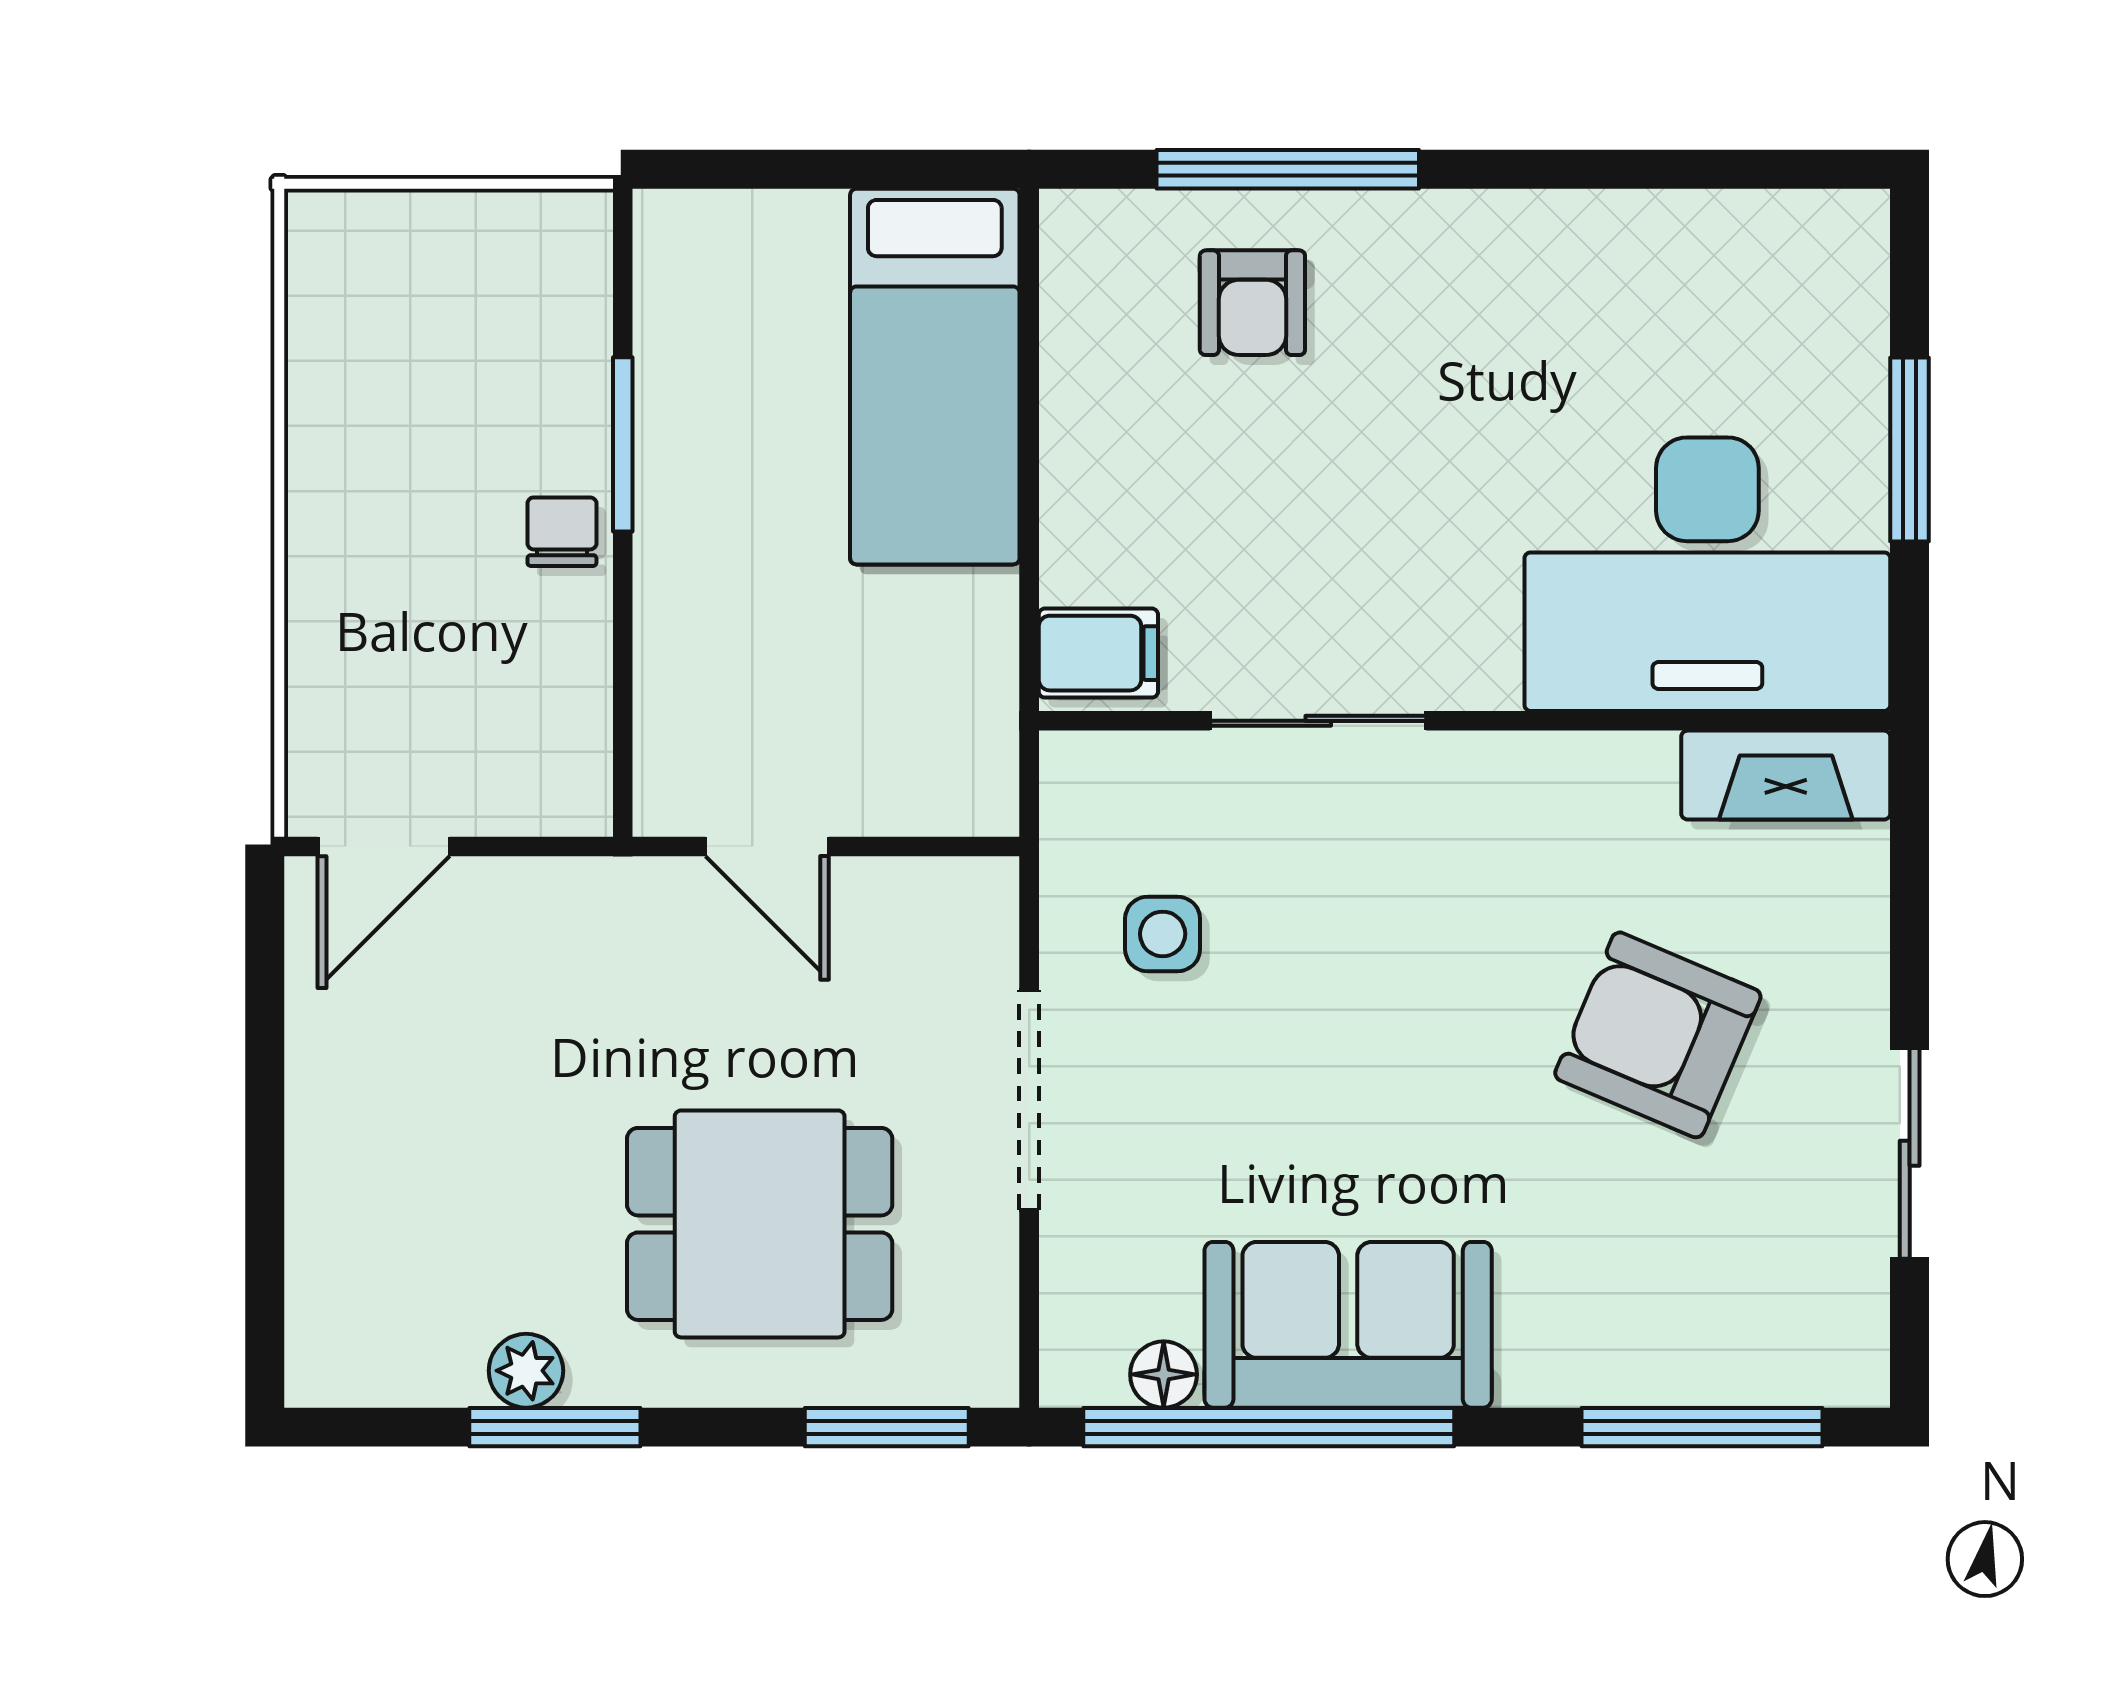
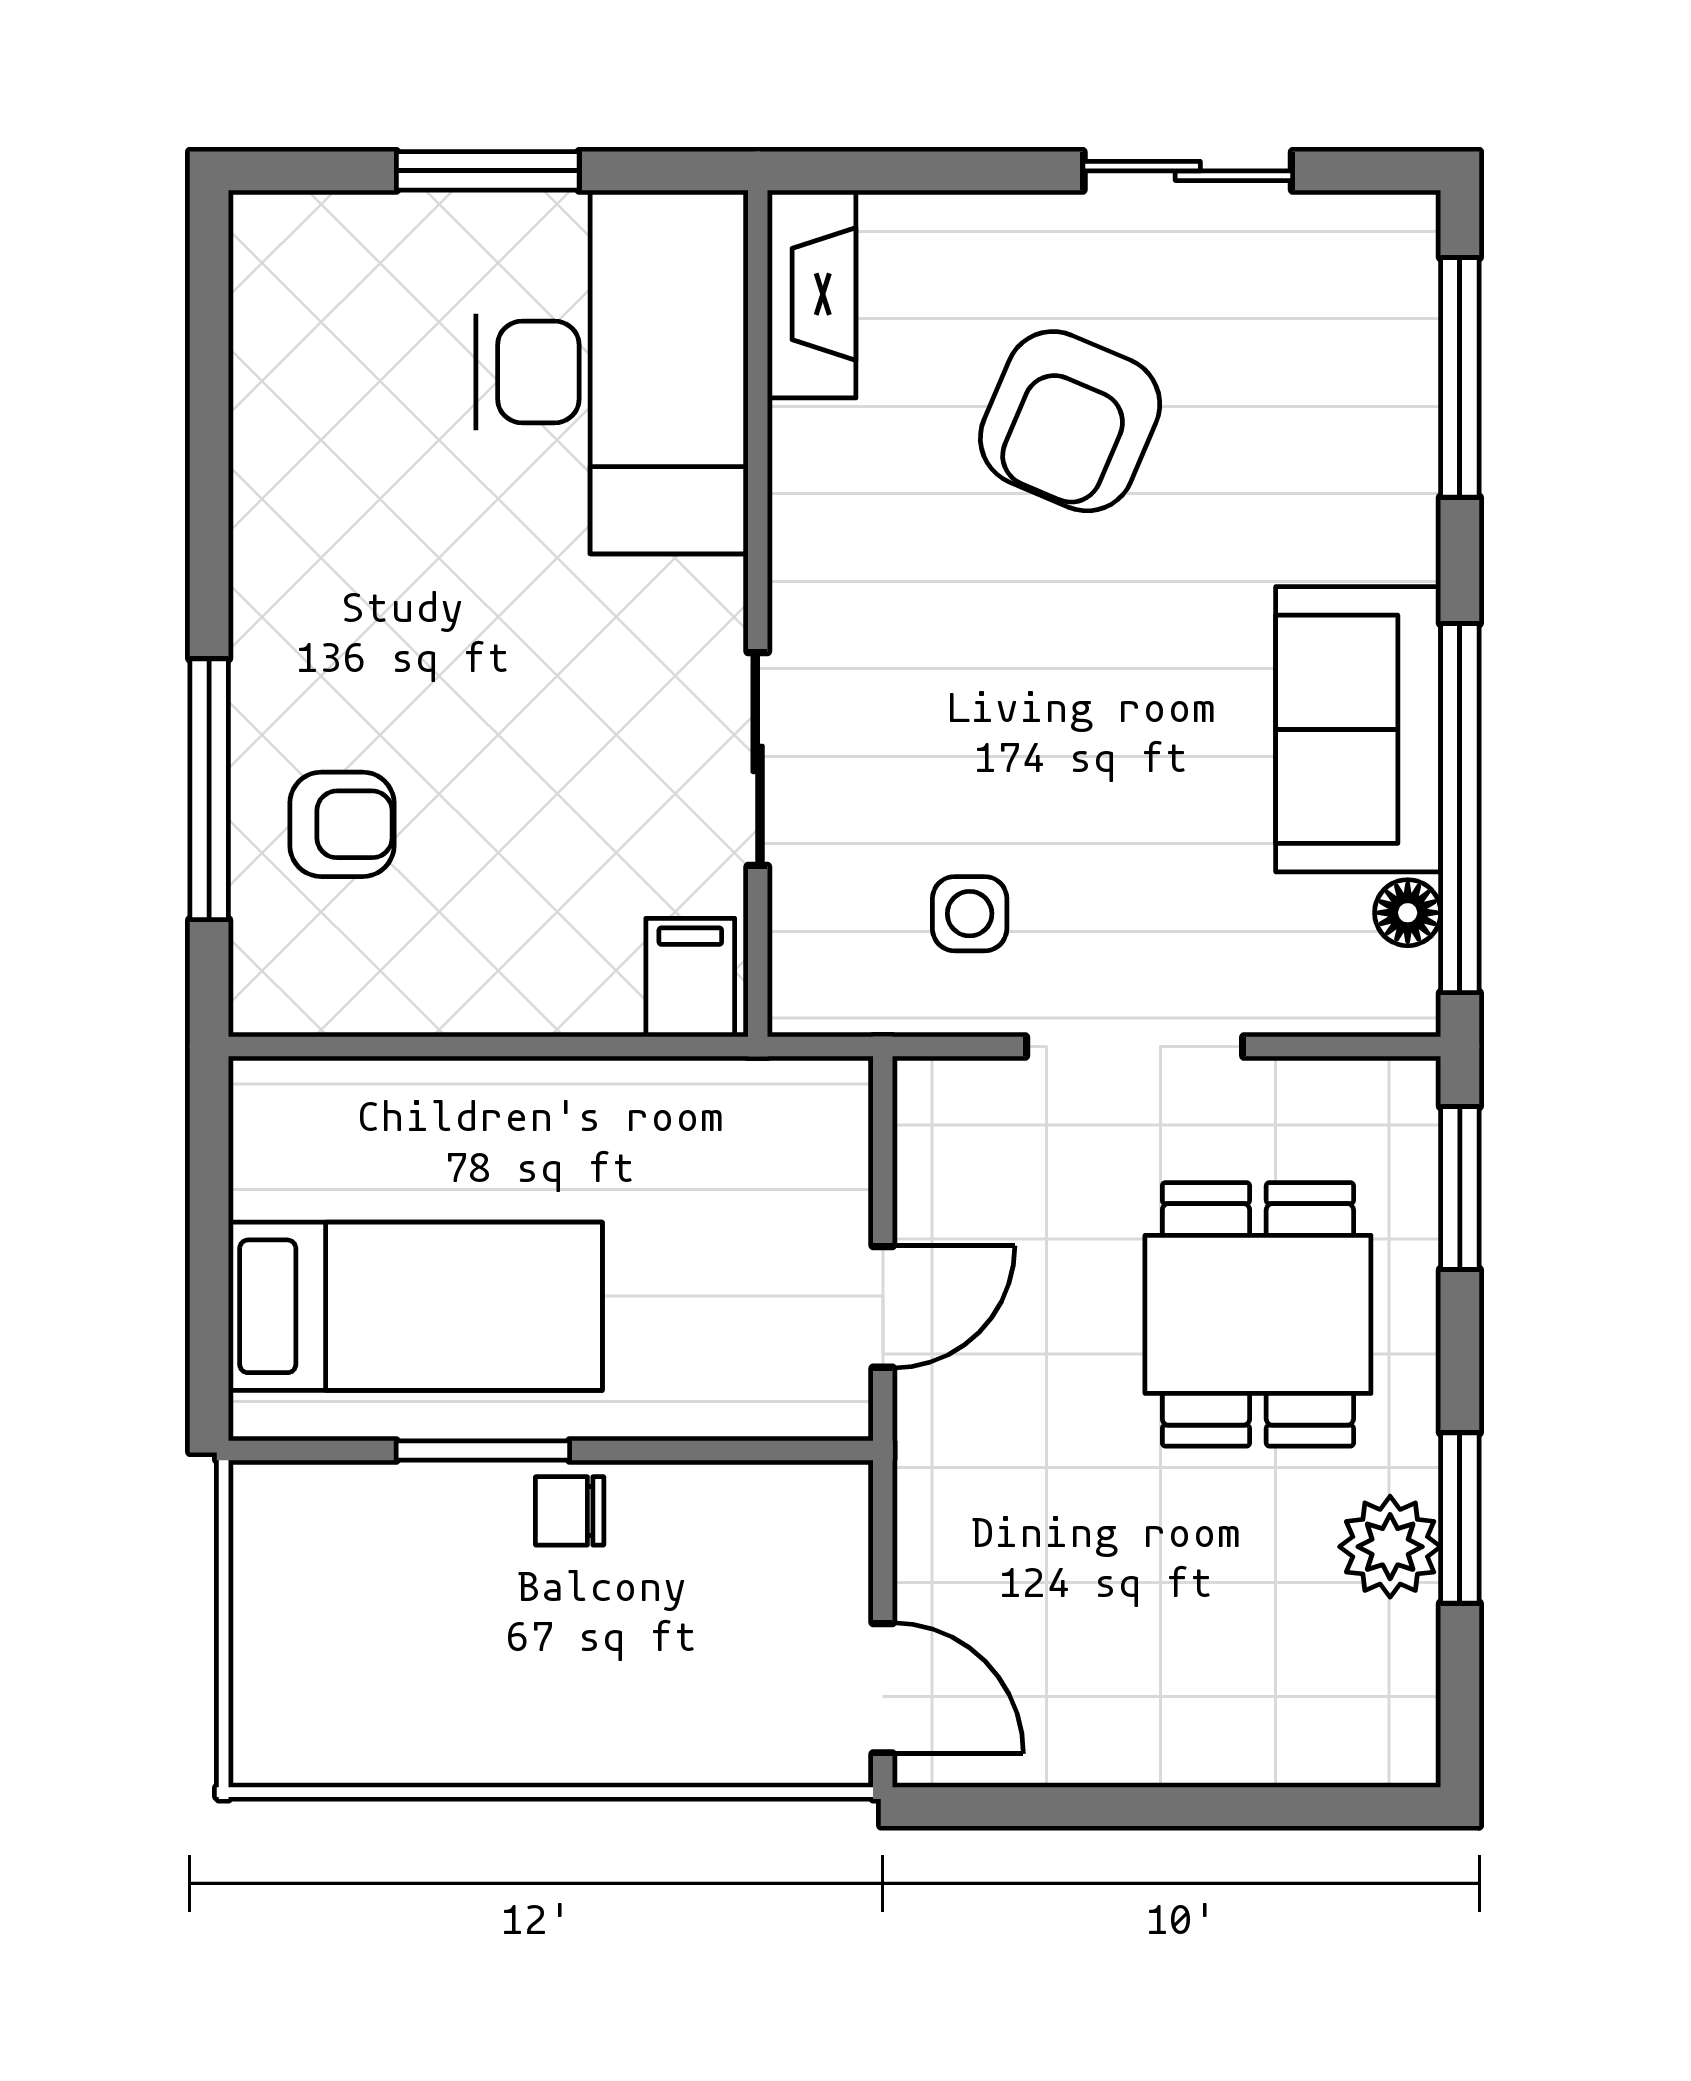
bed: (935, 377) -> (415, 1306), moved
plant: (526, 1371) -> (1390, 1547), width x1.38, depth x1.38

